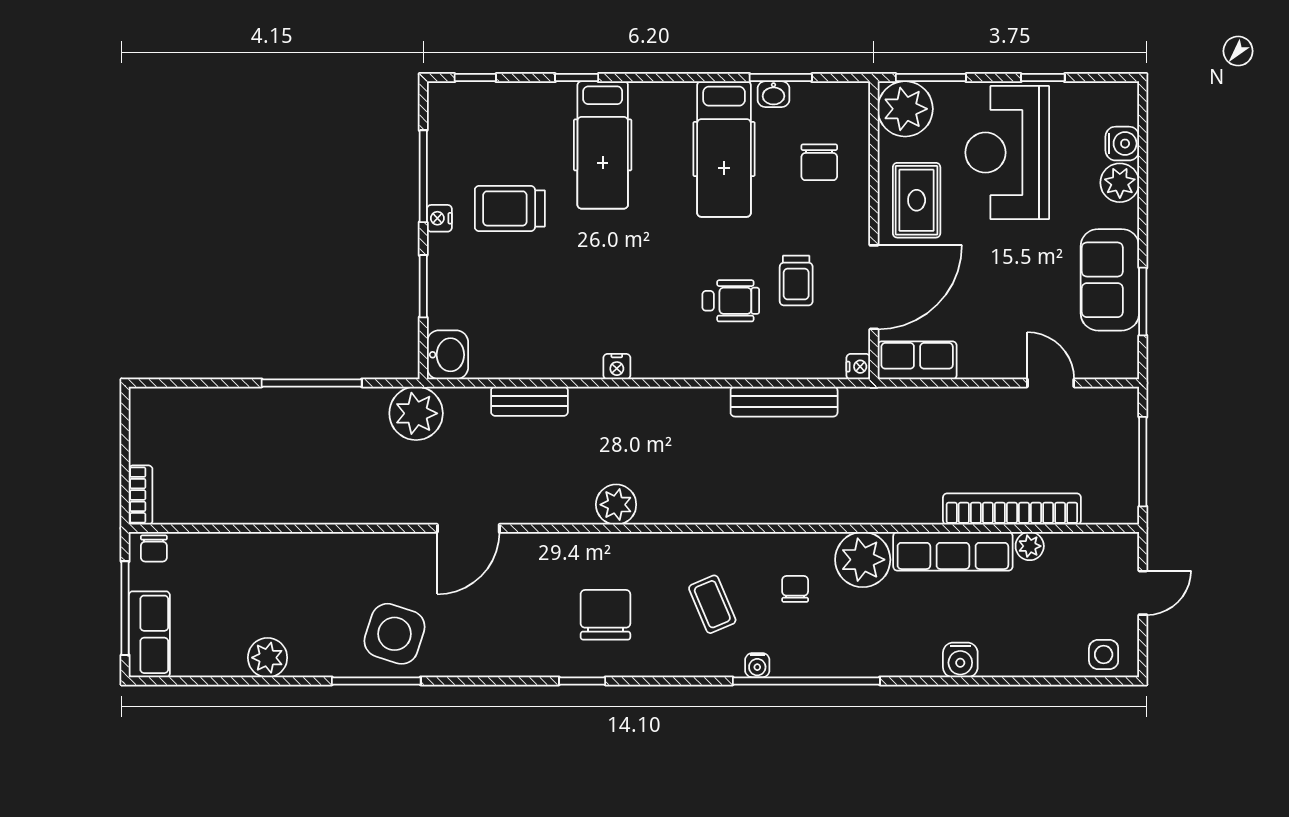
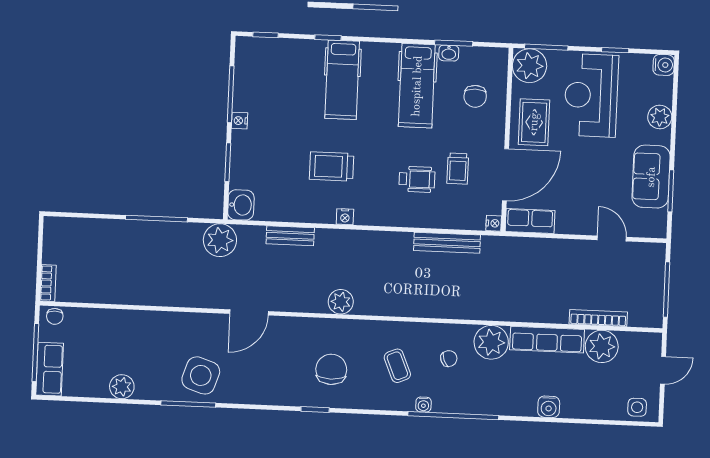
water cooler: (1122, 144) -> (664, 65), moved
trolley: (510, 208) -> (332, 166), moved
bookcase: (1012, 509) -> (598, 318), width x0.68, depth x0.76
plant: (1030, 546) -> (602, 346), width x1.87, depth x1.87
chair: (795, 589) -> (449, 359), turned 68

